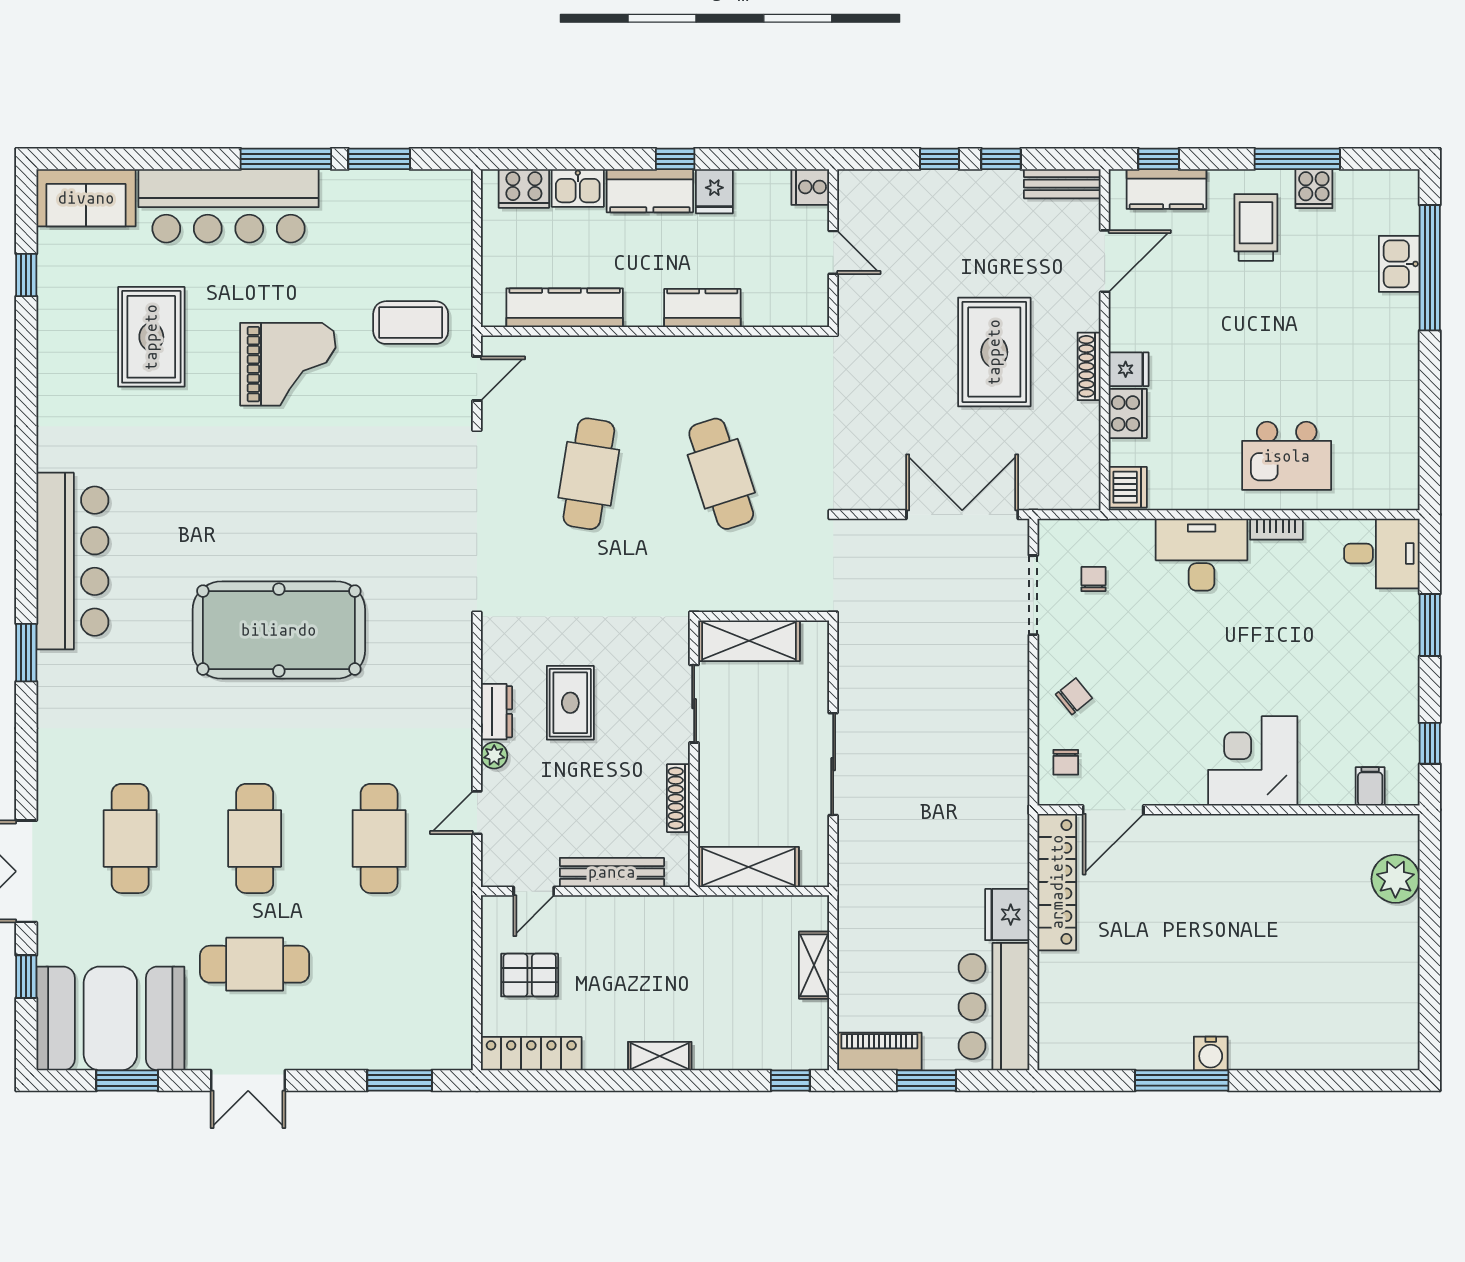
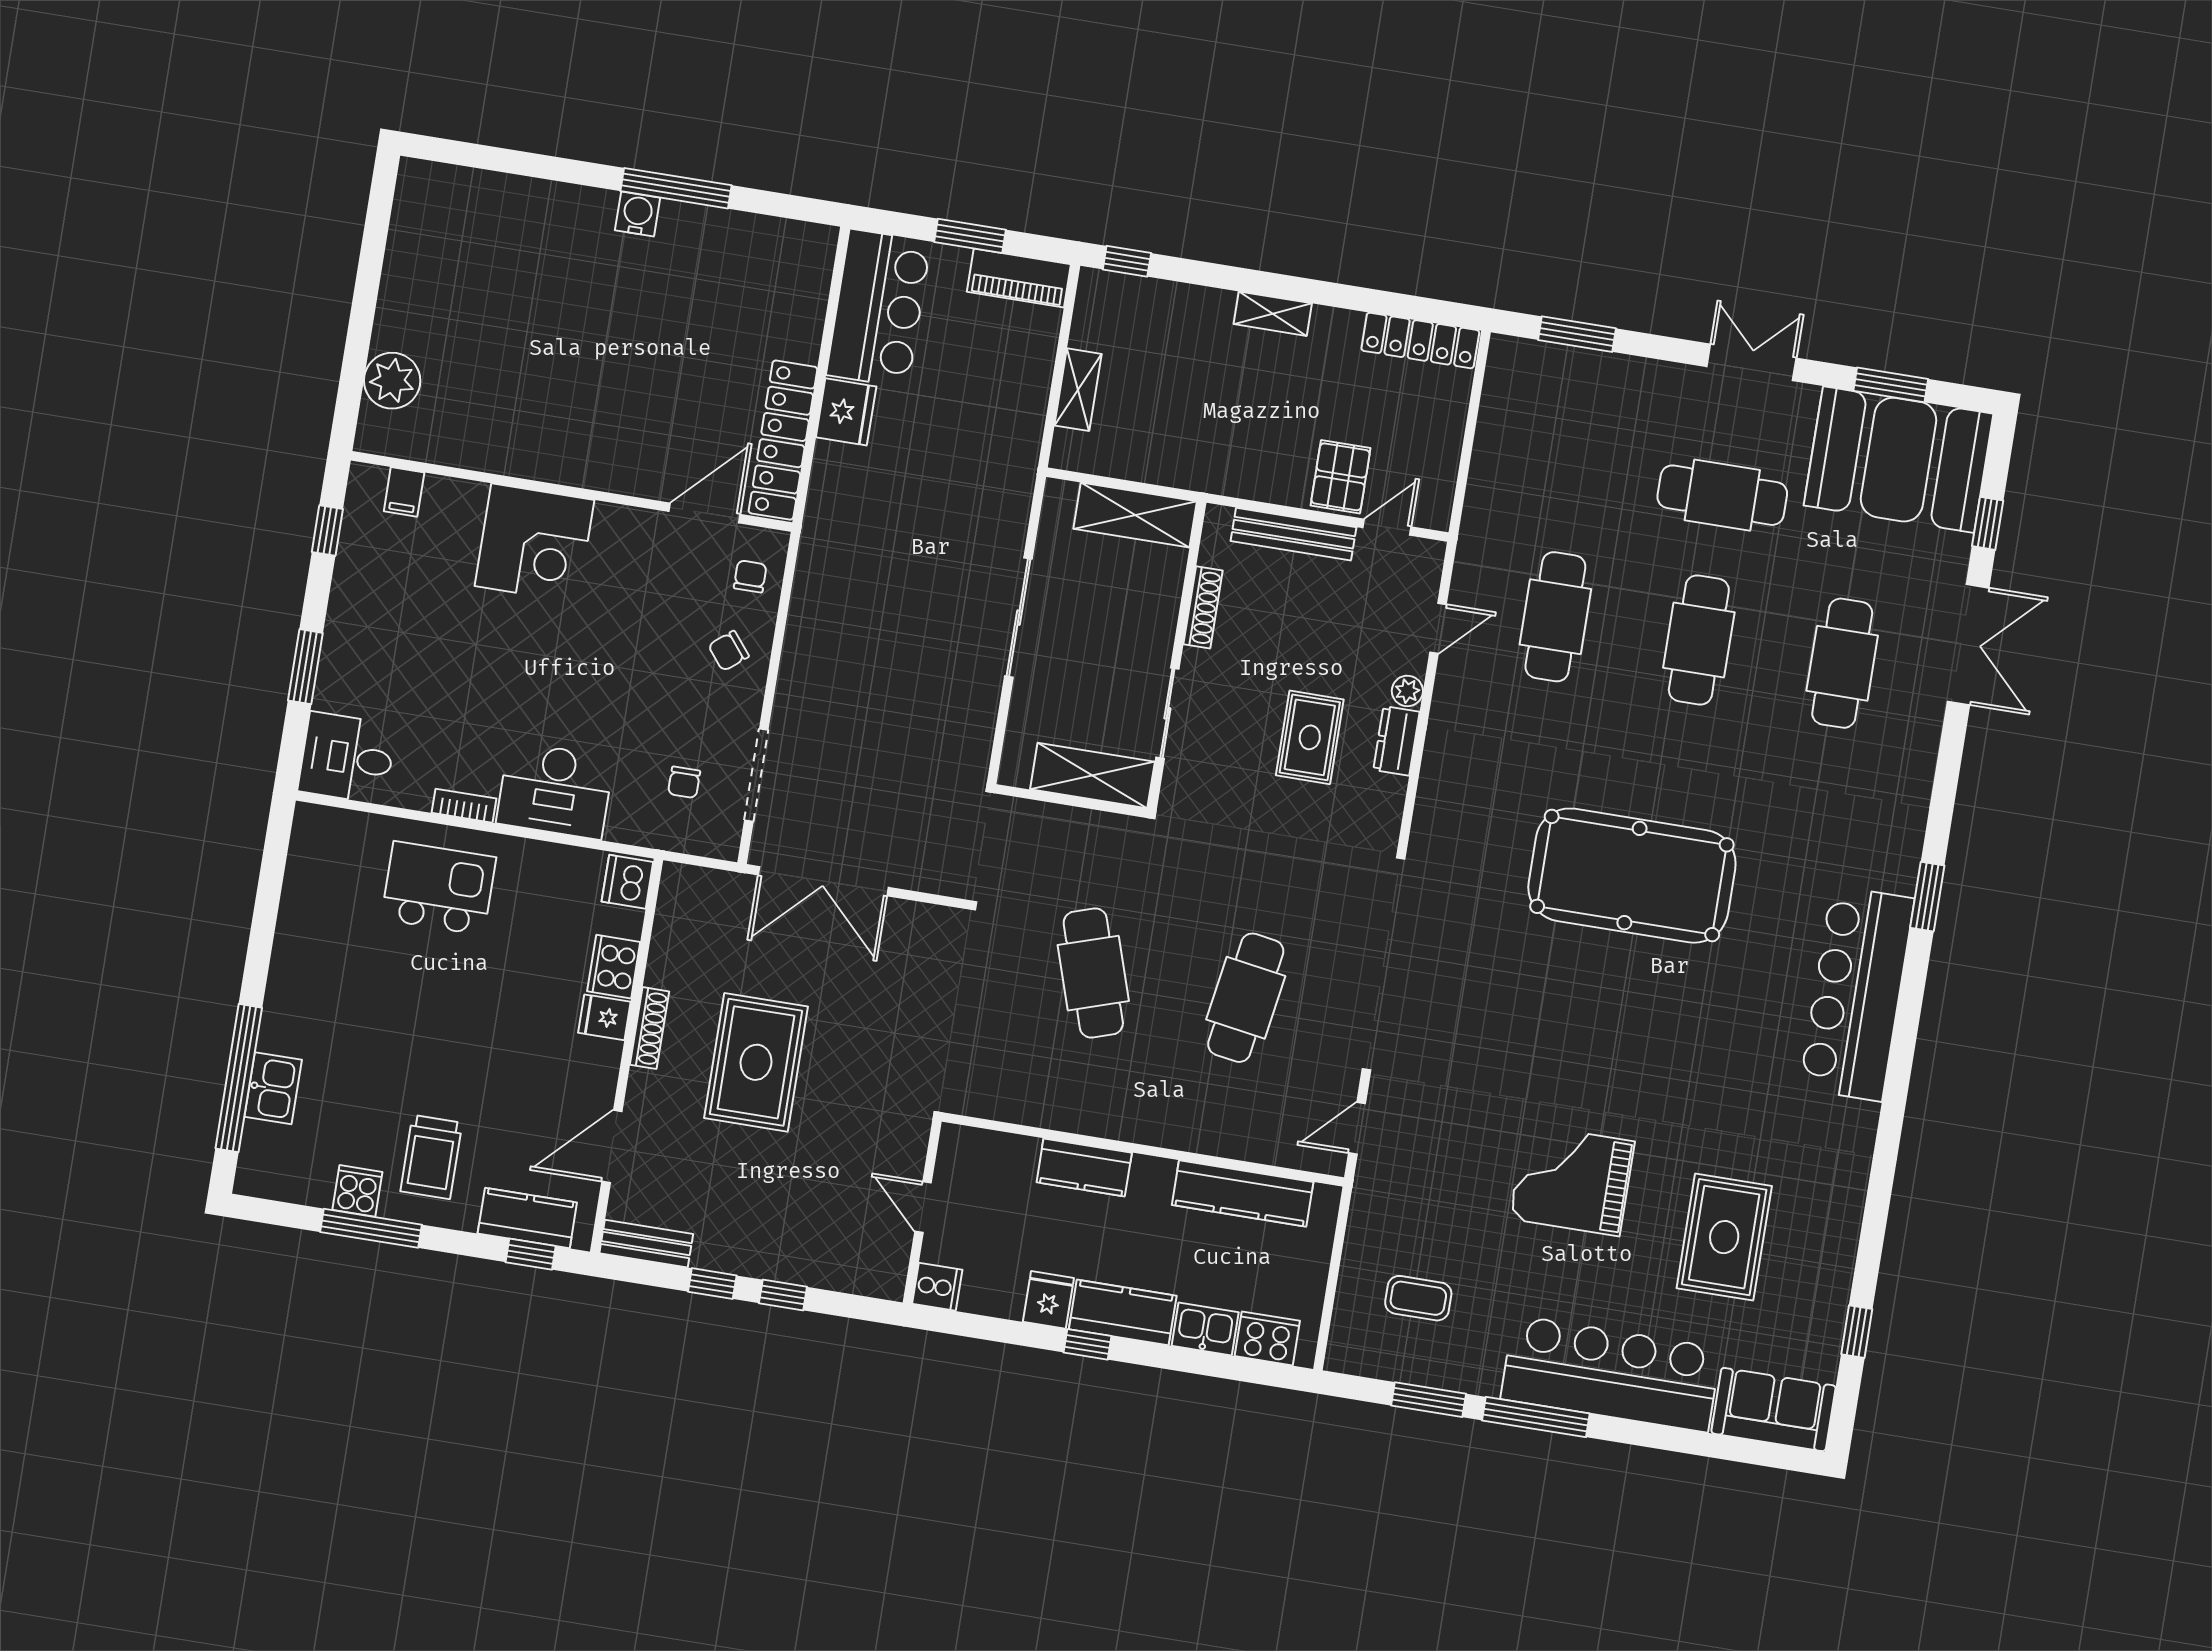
coffee table: (411, 323) -> (1418, 1298), moved, width x0.73, depth x0.77
pallet: (530, 975) -> (1341, 477), moved, turned 90

